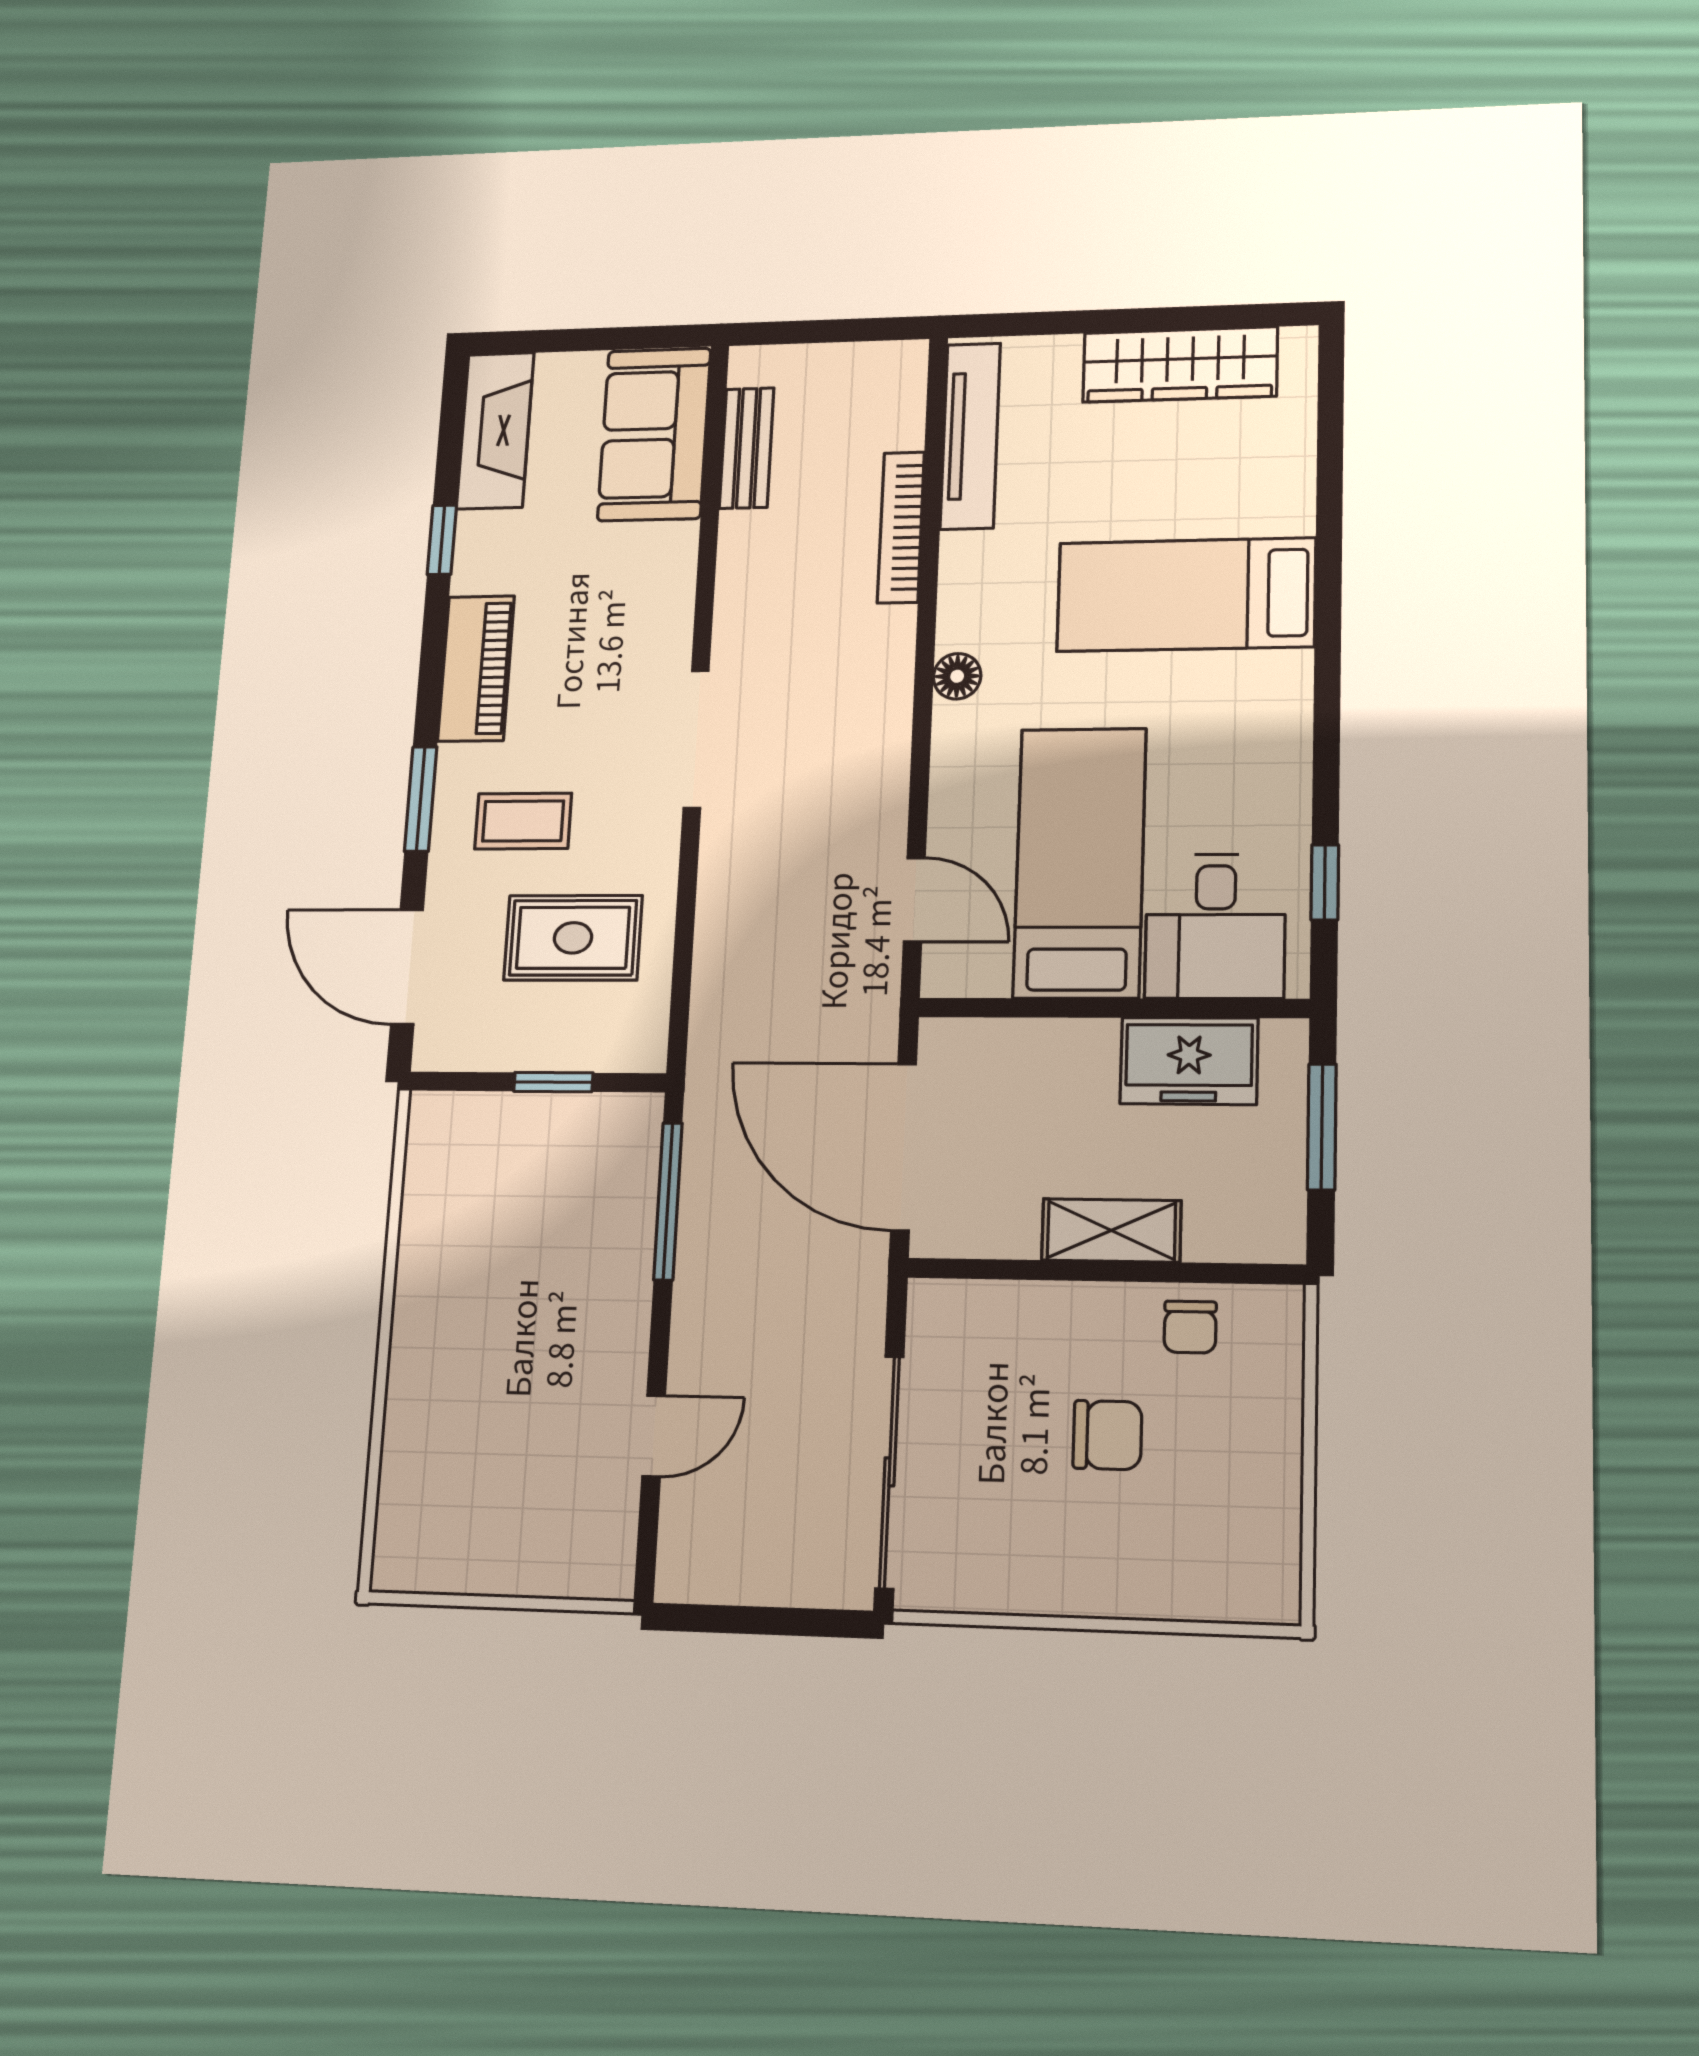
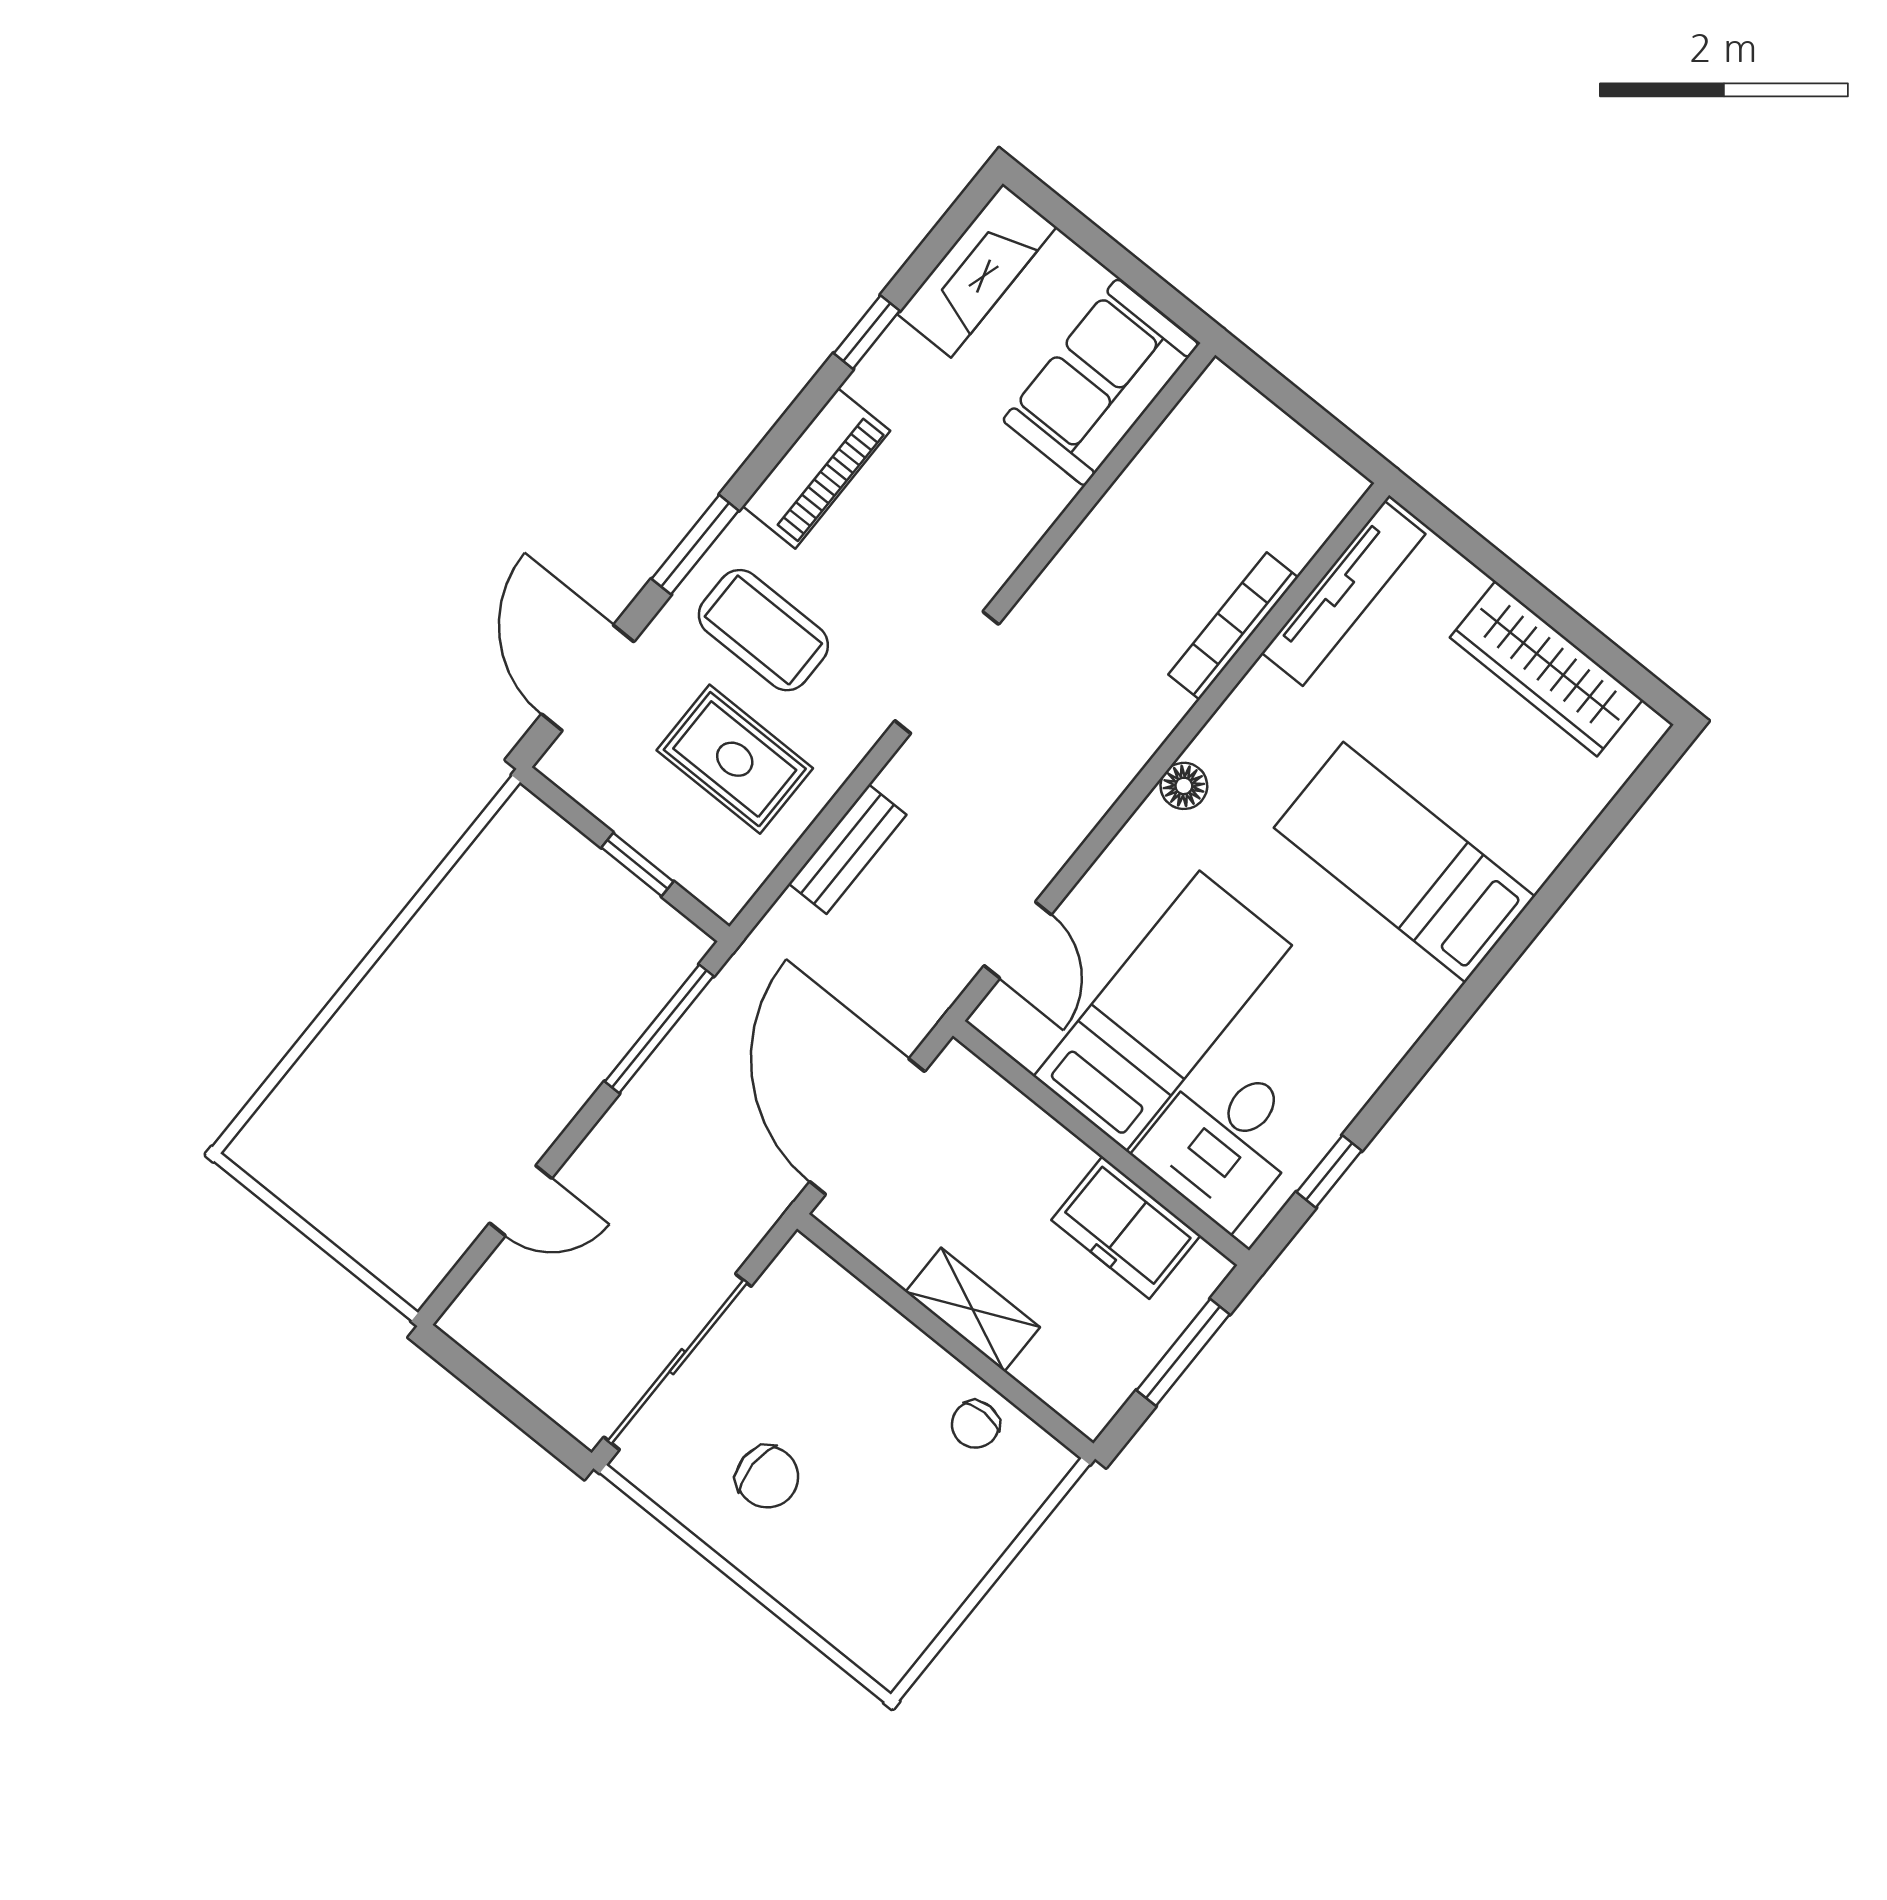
bench: (747, 448) -> (847, 849), moved
coffee table: (523, 821) -> (763, 630), width x1.36, depth x1.30
chair: (1107, 1435) -> (767, 1477), moved

